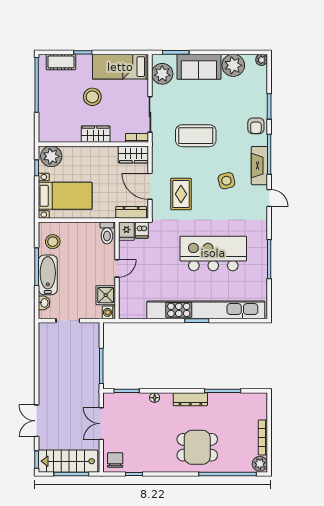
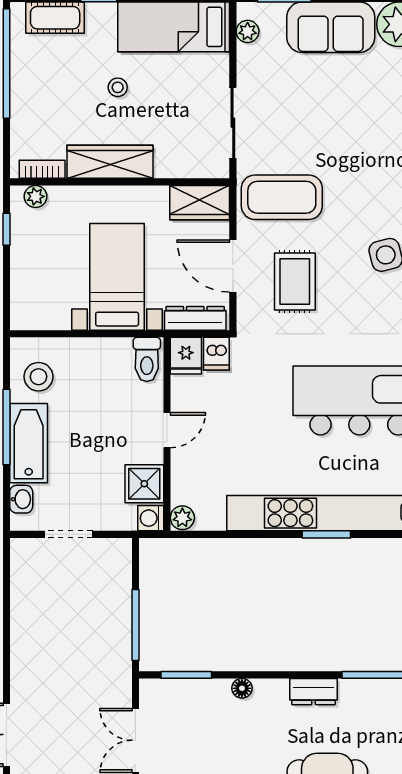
plant: (162, 74) -> (248, 31), width x0.53, depth x0.53
stool: (92, 97) -> (118, 87), width x0.53, depth x0.53
wardrobe: (96, 134) -> (110, 162), width x1.50
coffee table: (196, 136) -> (282, 197), moved
bookcase: (137, 138) -> (42, 169), moved
plant: (51, 156) -> (35, 196), width x0.53, depth x0.53
bed with nightstands: (65, 196) -> (117, 277), moved, turned -90
plant: (125, 312) -> (182, 518), added
dresser: (190, 399) -> (314, 692), width x0.70

